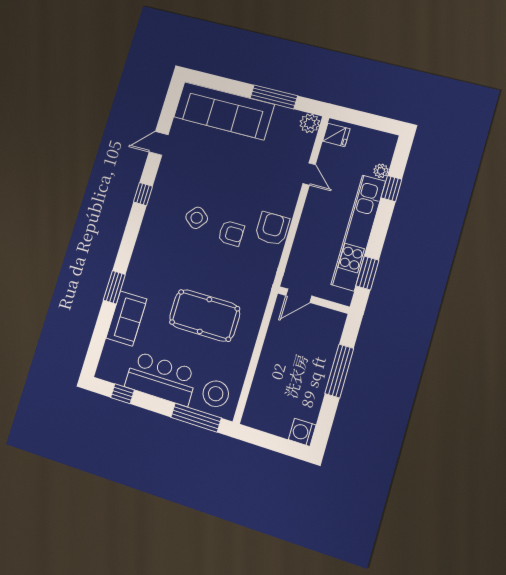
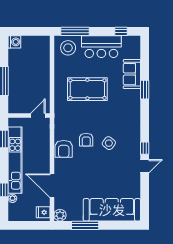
door: (159, 143) -> (145, 166), moved
door: (309, 174) -> (52, 186), width x1.87
armchair: (231, 233) -> (86, 140), turned -90

